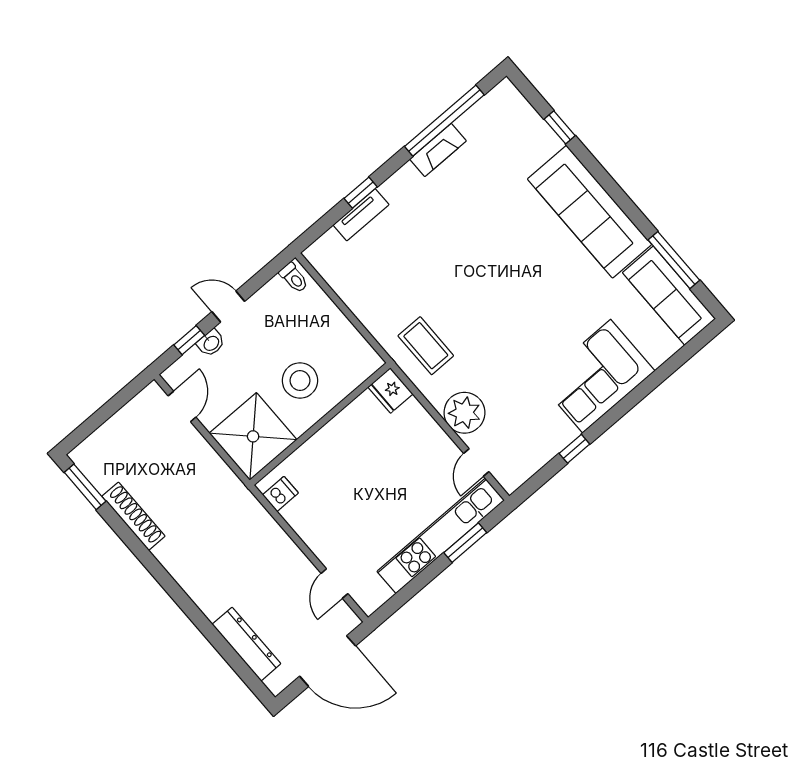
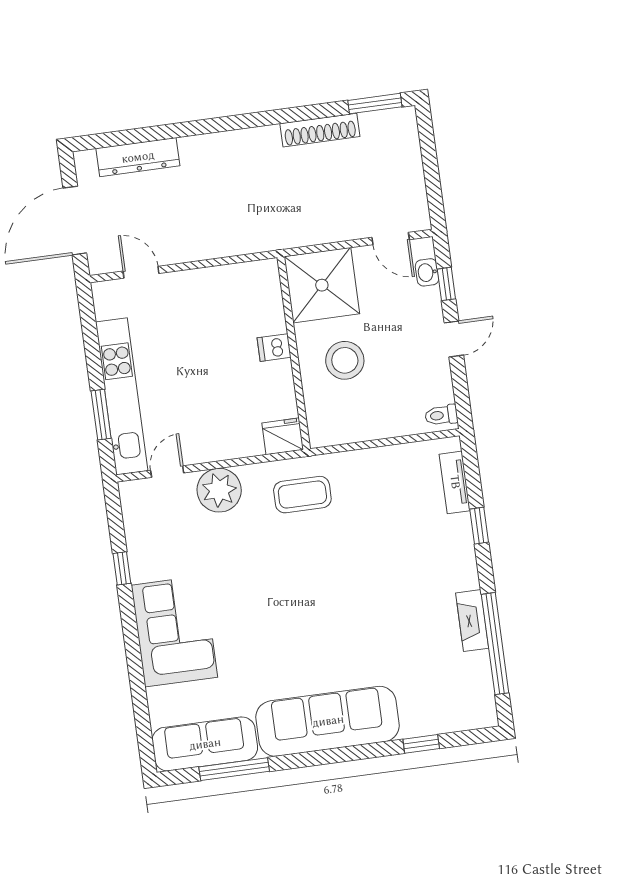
tv unit: (361, 215) -> (455, 482), moved
washbasin: (211, 343) -> (427, 272), moved
door: (476, 462) -> (167, 472), hinge flipped
dishwasher: (280, 494) -> (274, 348), moved, turned 90

